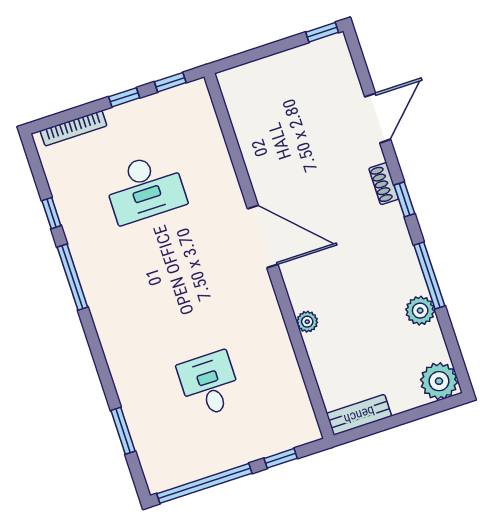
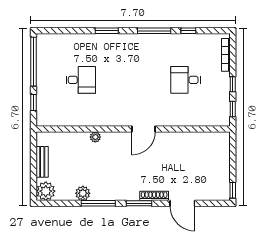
shoe rack: (384, 184) -> (154, 196), width x1.43
desk: (145, 188) -> (186, 80), width x0.73
window: (404, 199) -> (139, 203), width x1.50
door: (263, 236) -> (144, 129), width x0.73
bench: (359, 415) -> (42, 162), moved
window: (123, 431) -> (107, 31), moved

